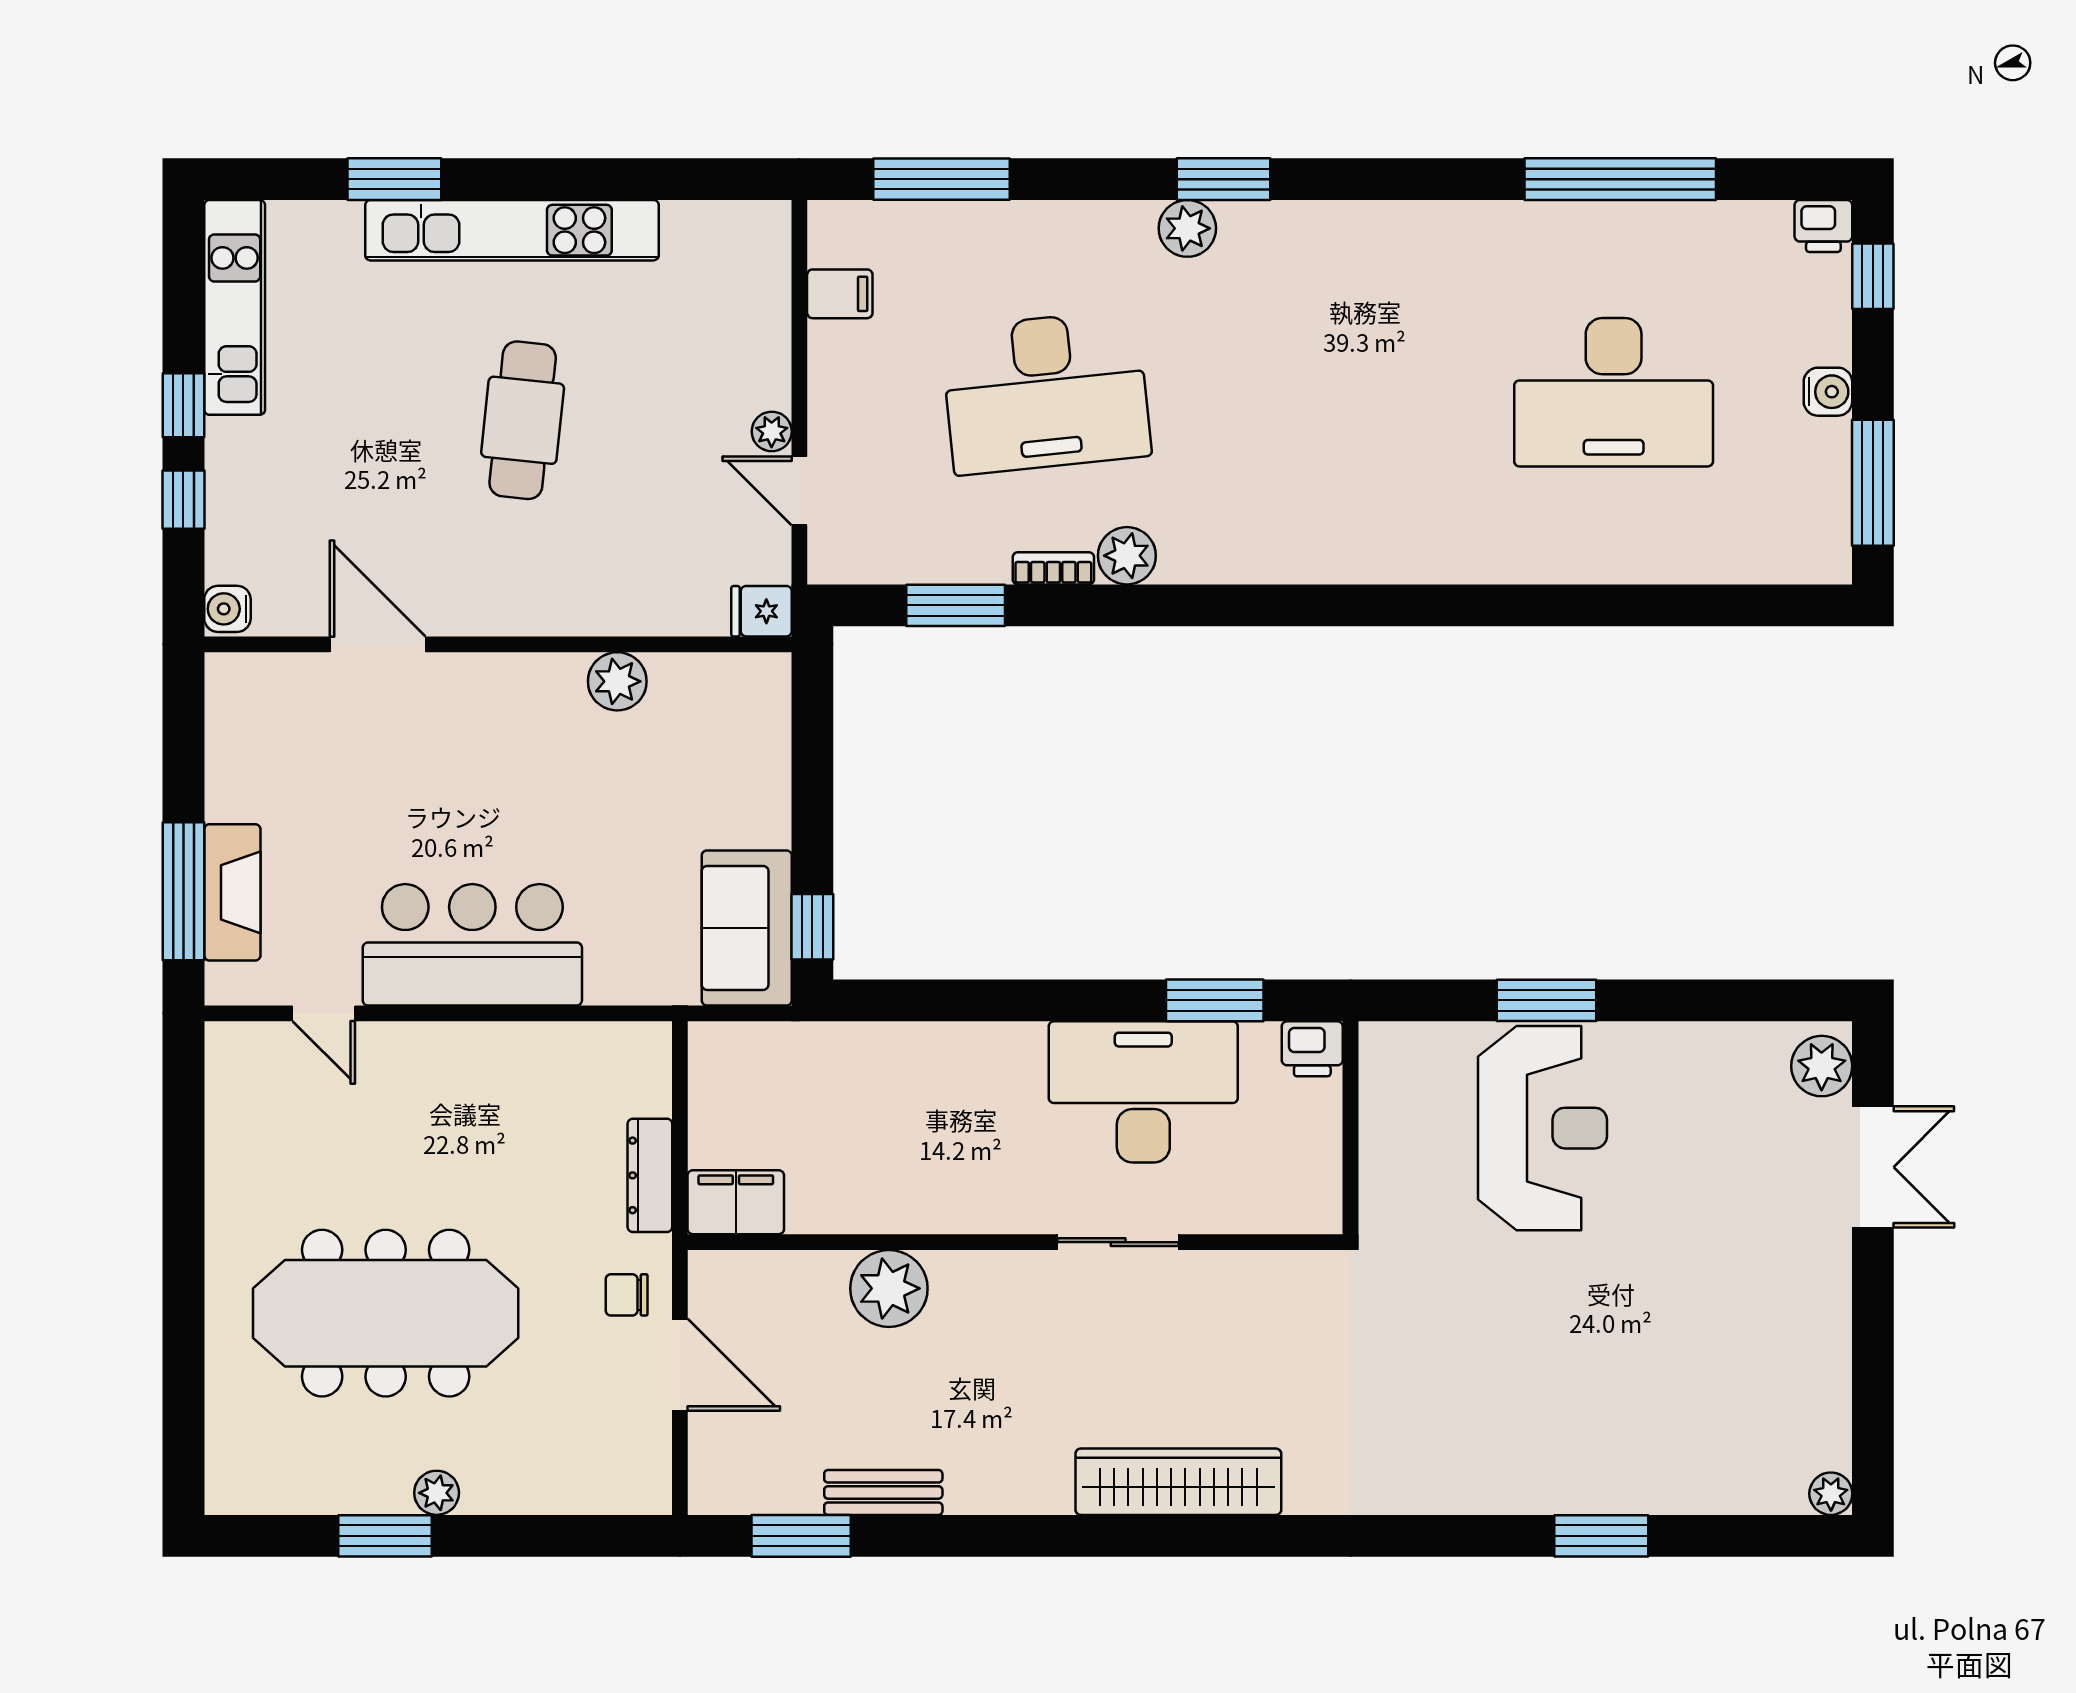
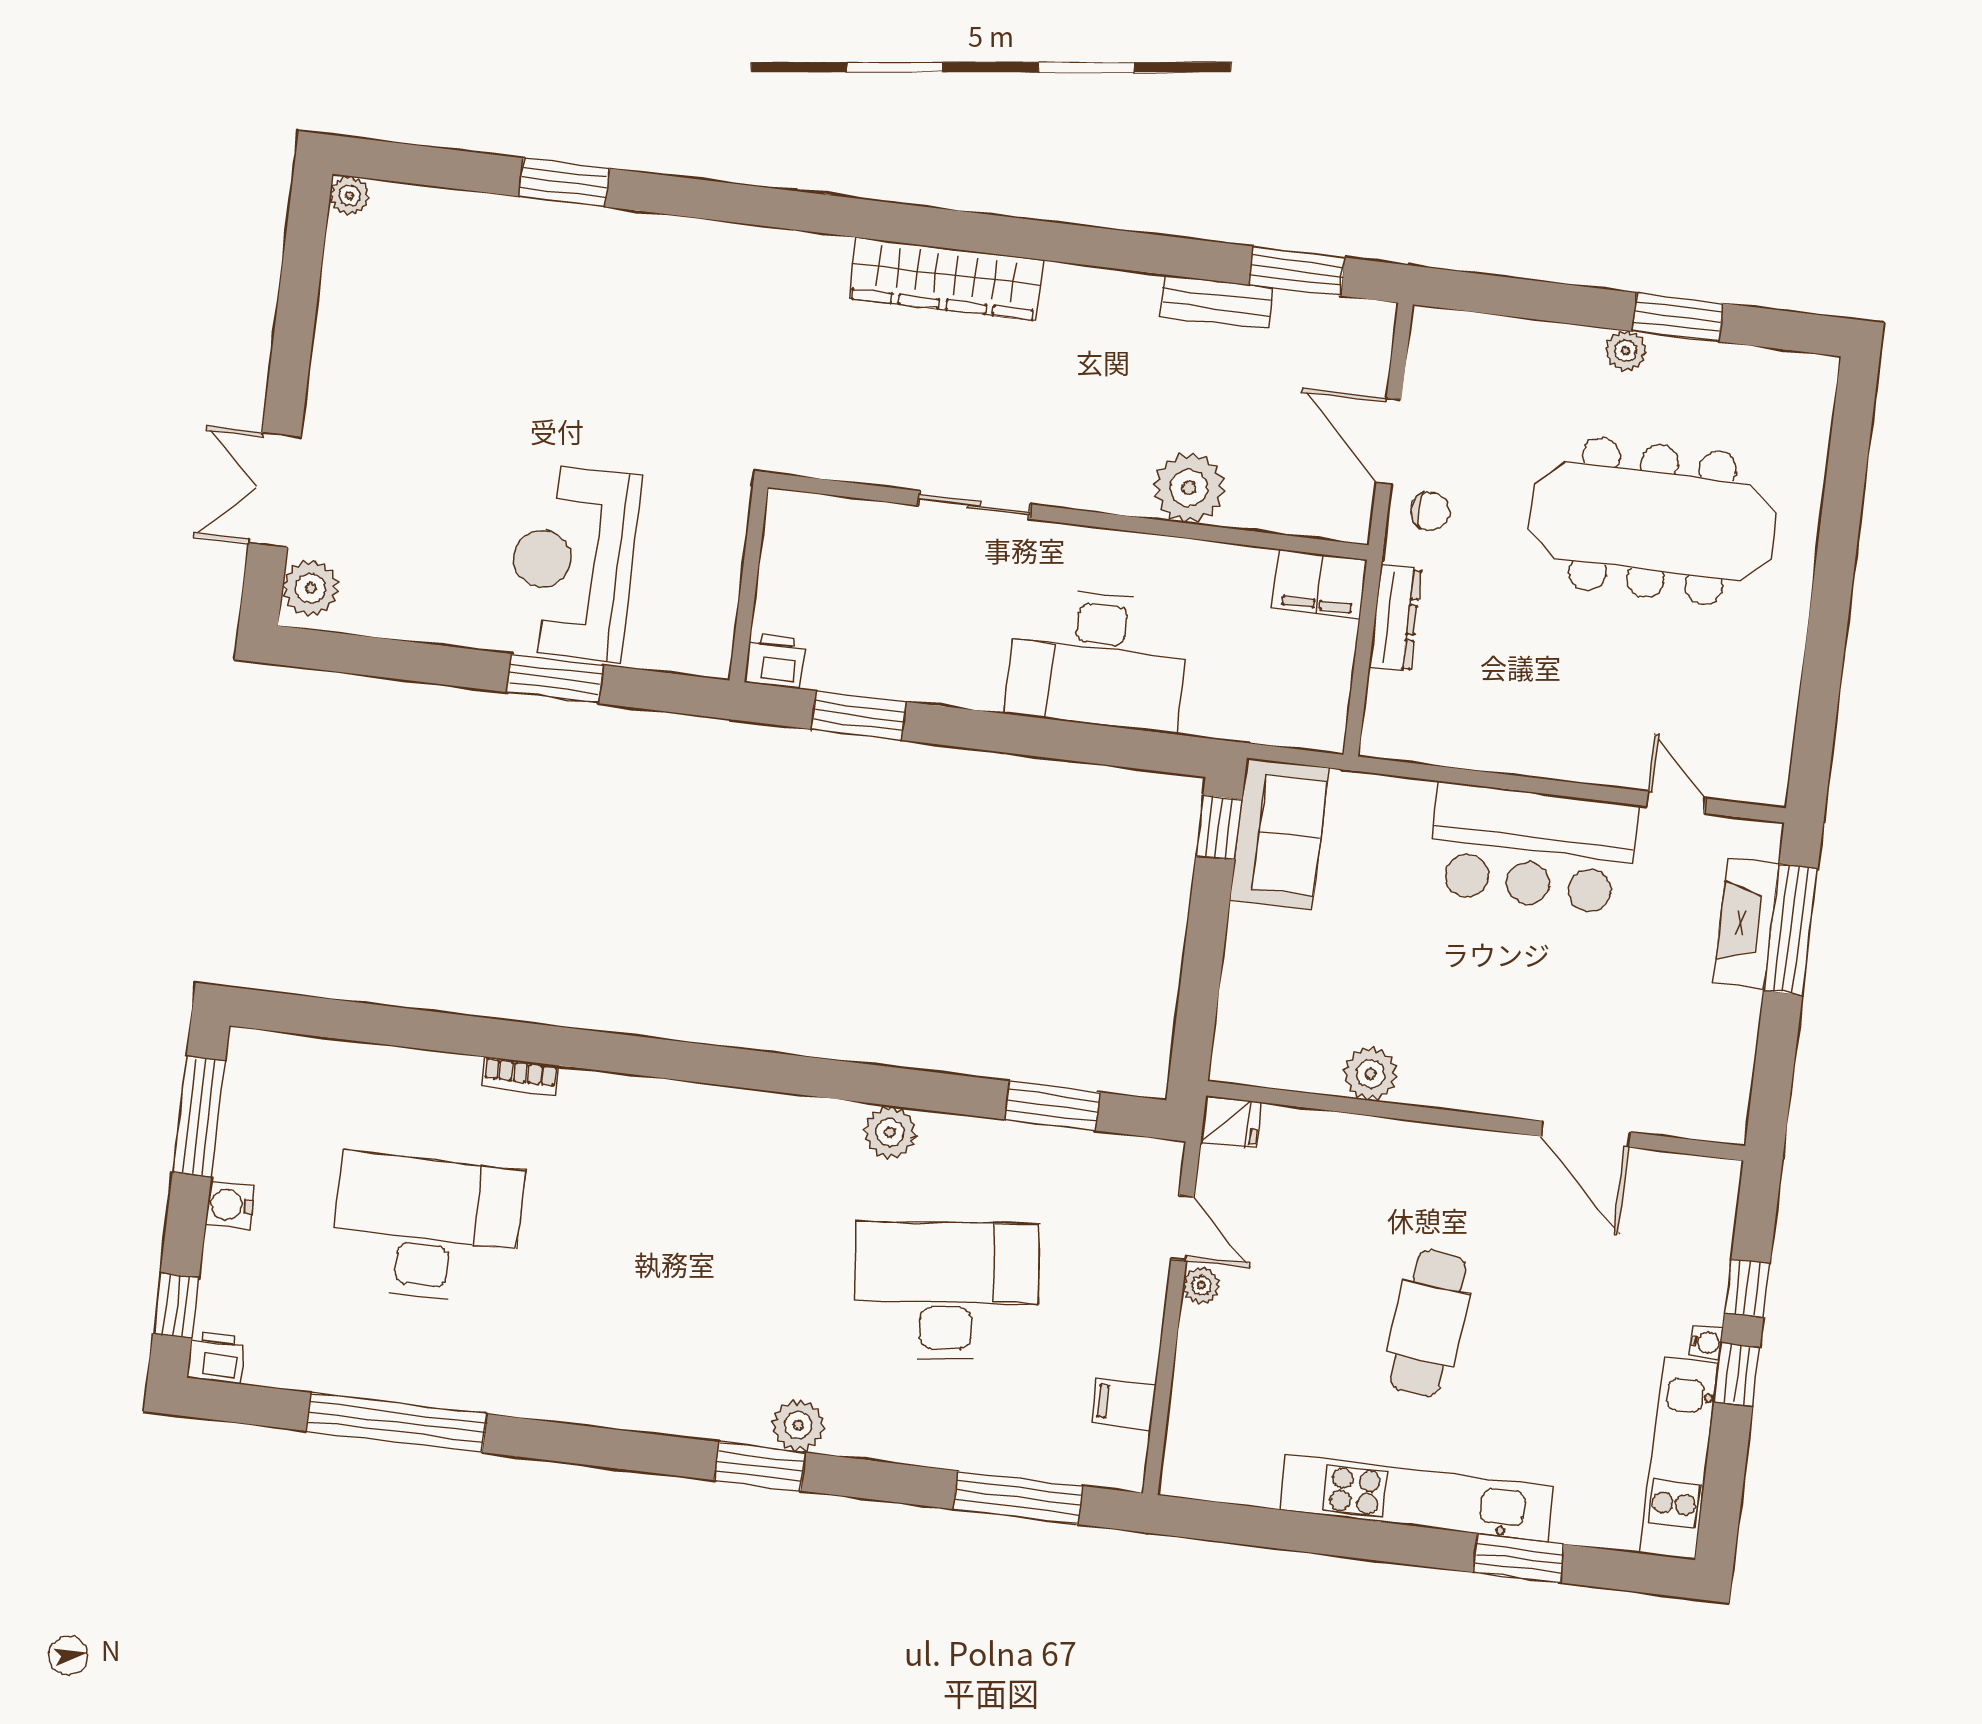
bookcase: (1053, 568) -> (520, 1076), moved
water cooler: (227, 609) -> (1706, 1342), moved, width x0.72, depth x0.72
desk: (1143, 1092) -> (1098, 659), moved

